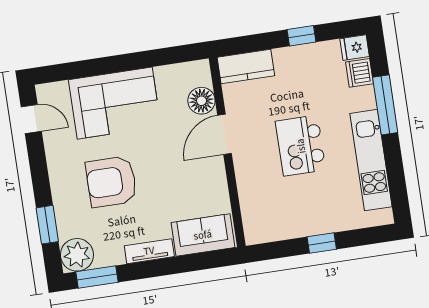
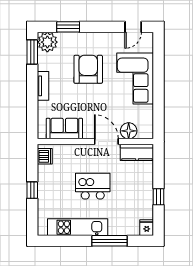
kitchen counter: (246, 66) -> (137, 152), moved, turned -90
dishwasher: (360, 73) -> (45, 156), moved, turned 90
sofa: (203, 235) -> (64, 129), moved, turned -90

